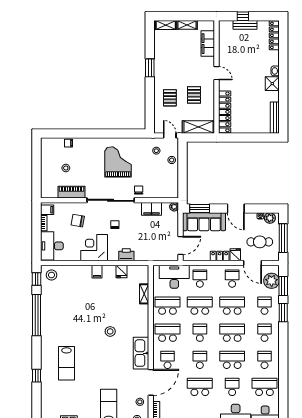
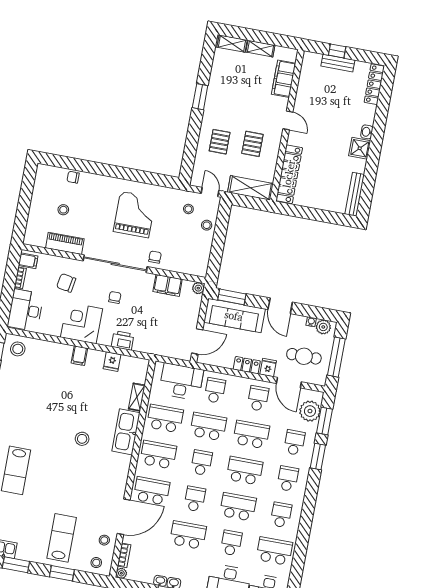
kitchen sink: (141, 353) -> (126, 432), moved
school desk: (168, 360) -> (152, 491), width x1.85

